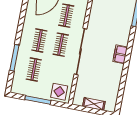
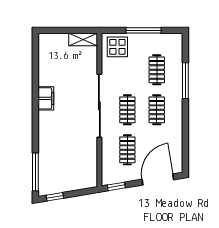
filing cabinet: (120, 54) -> (46, 98), moved
shelving: (94, 104) -> (83, 39), moved

